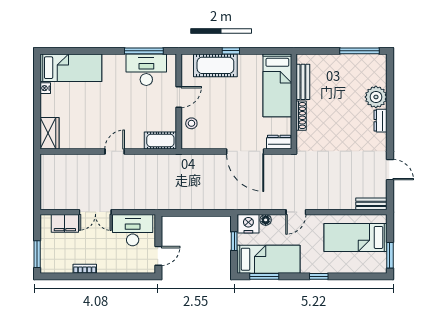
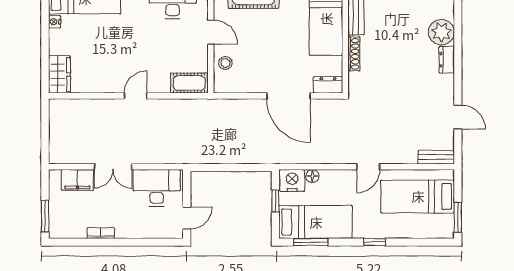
door: (179, 97) -> (211, 32), hinge flipped
door: (296, 212) -> (368, 167), moved

